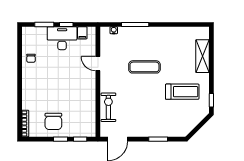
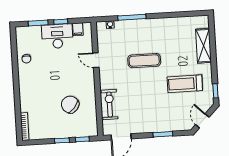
treadmill: (182, 92) -> (185, 84), turned 180
chair: (53, 121) -> (70, 105), moved, turned 129
door: (197, 129) -> (202, 121), added

